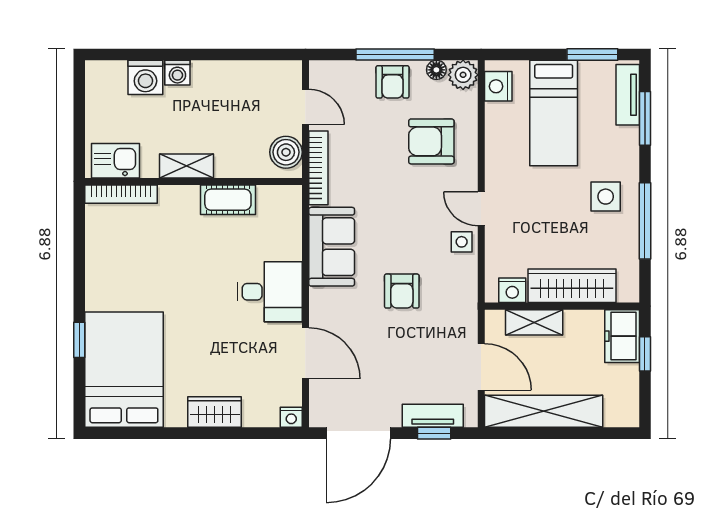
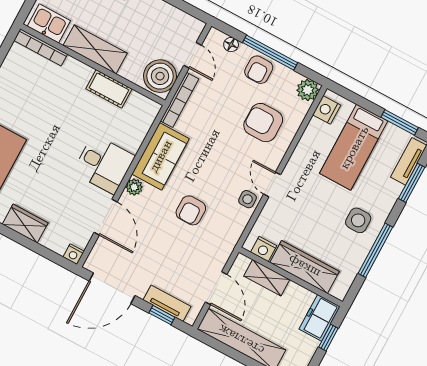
floor lamp: (436, 70) -> (231, 45), moved
boiler: (286, 152) -> (160, 76), width x1.37, depth x1.37
shelving: (187, 166) -> (95, 49), width x1.50, depth x1.33
plant: (320, 300) -> (134, 187), added

